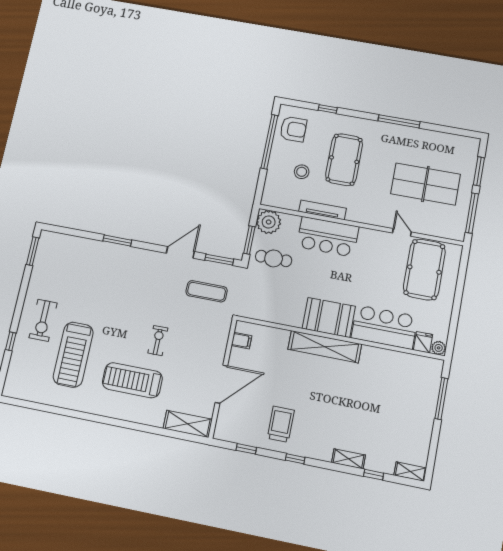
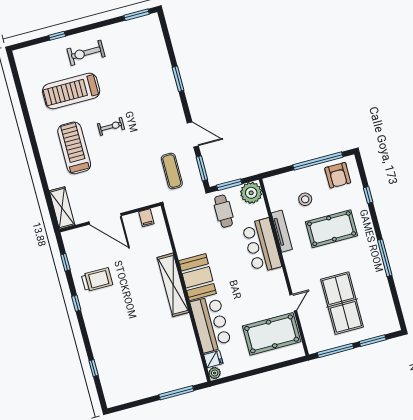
exercise bike: (158, 341) -> (111, 126), moved
shelving: (349, 459) -> (96, 344), removed
shelving: (410, 472) -> (109, 395), removed

